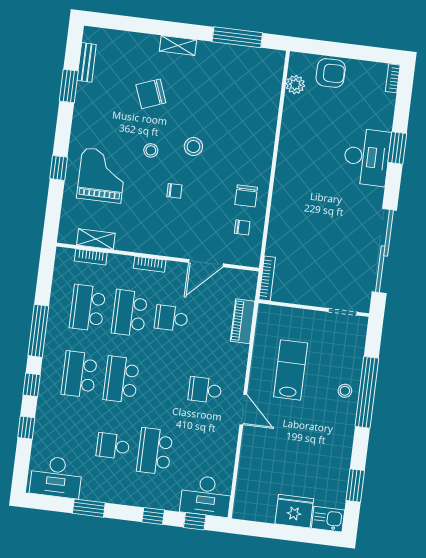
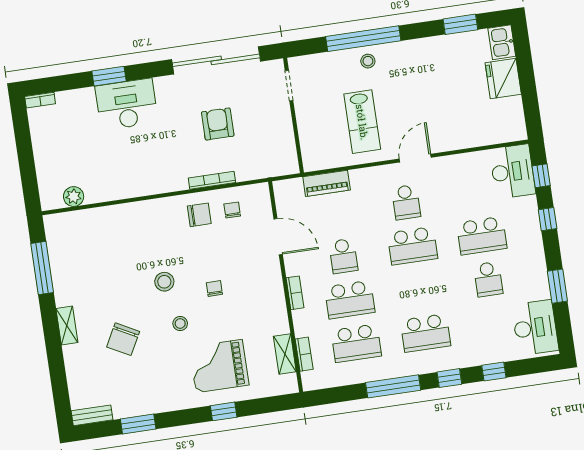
bench: (87, 62) -> (92, 415), moved
armchair: (331, 73) -> (218, 124), moved
chair: (151, 94) -> (123, 339), turned 49
bookcase: (267, 278) -> (212, 180), moved
lab bench: (291, 370) -> (362, 122), turned -90
school desk: (121, 379) -> (413, 246), moved

